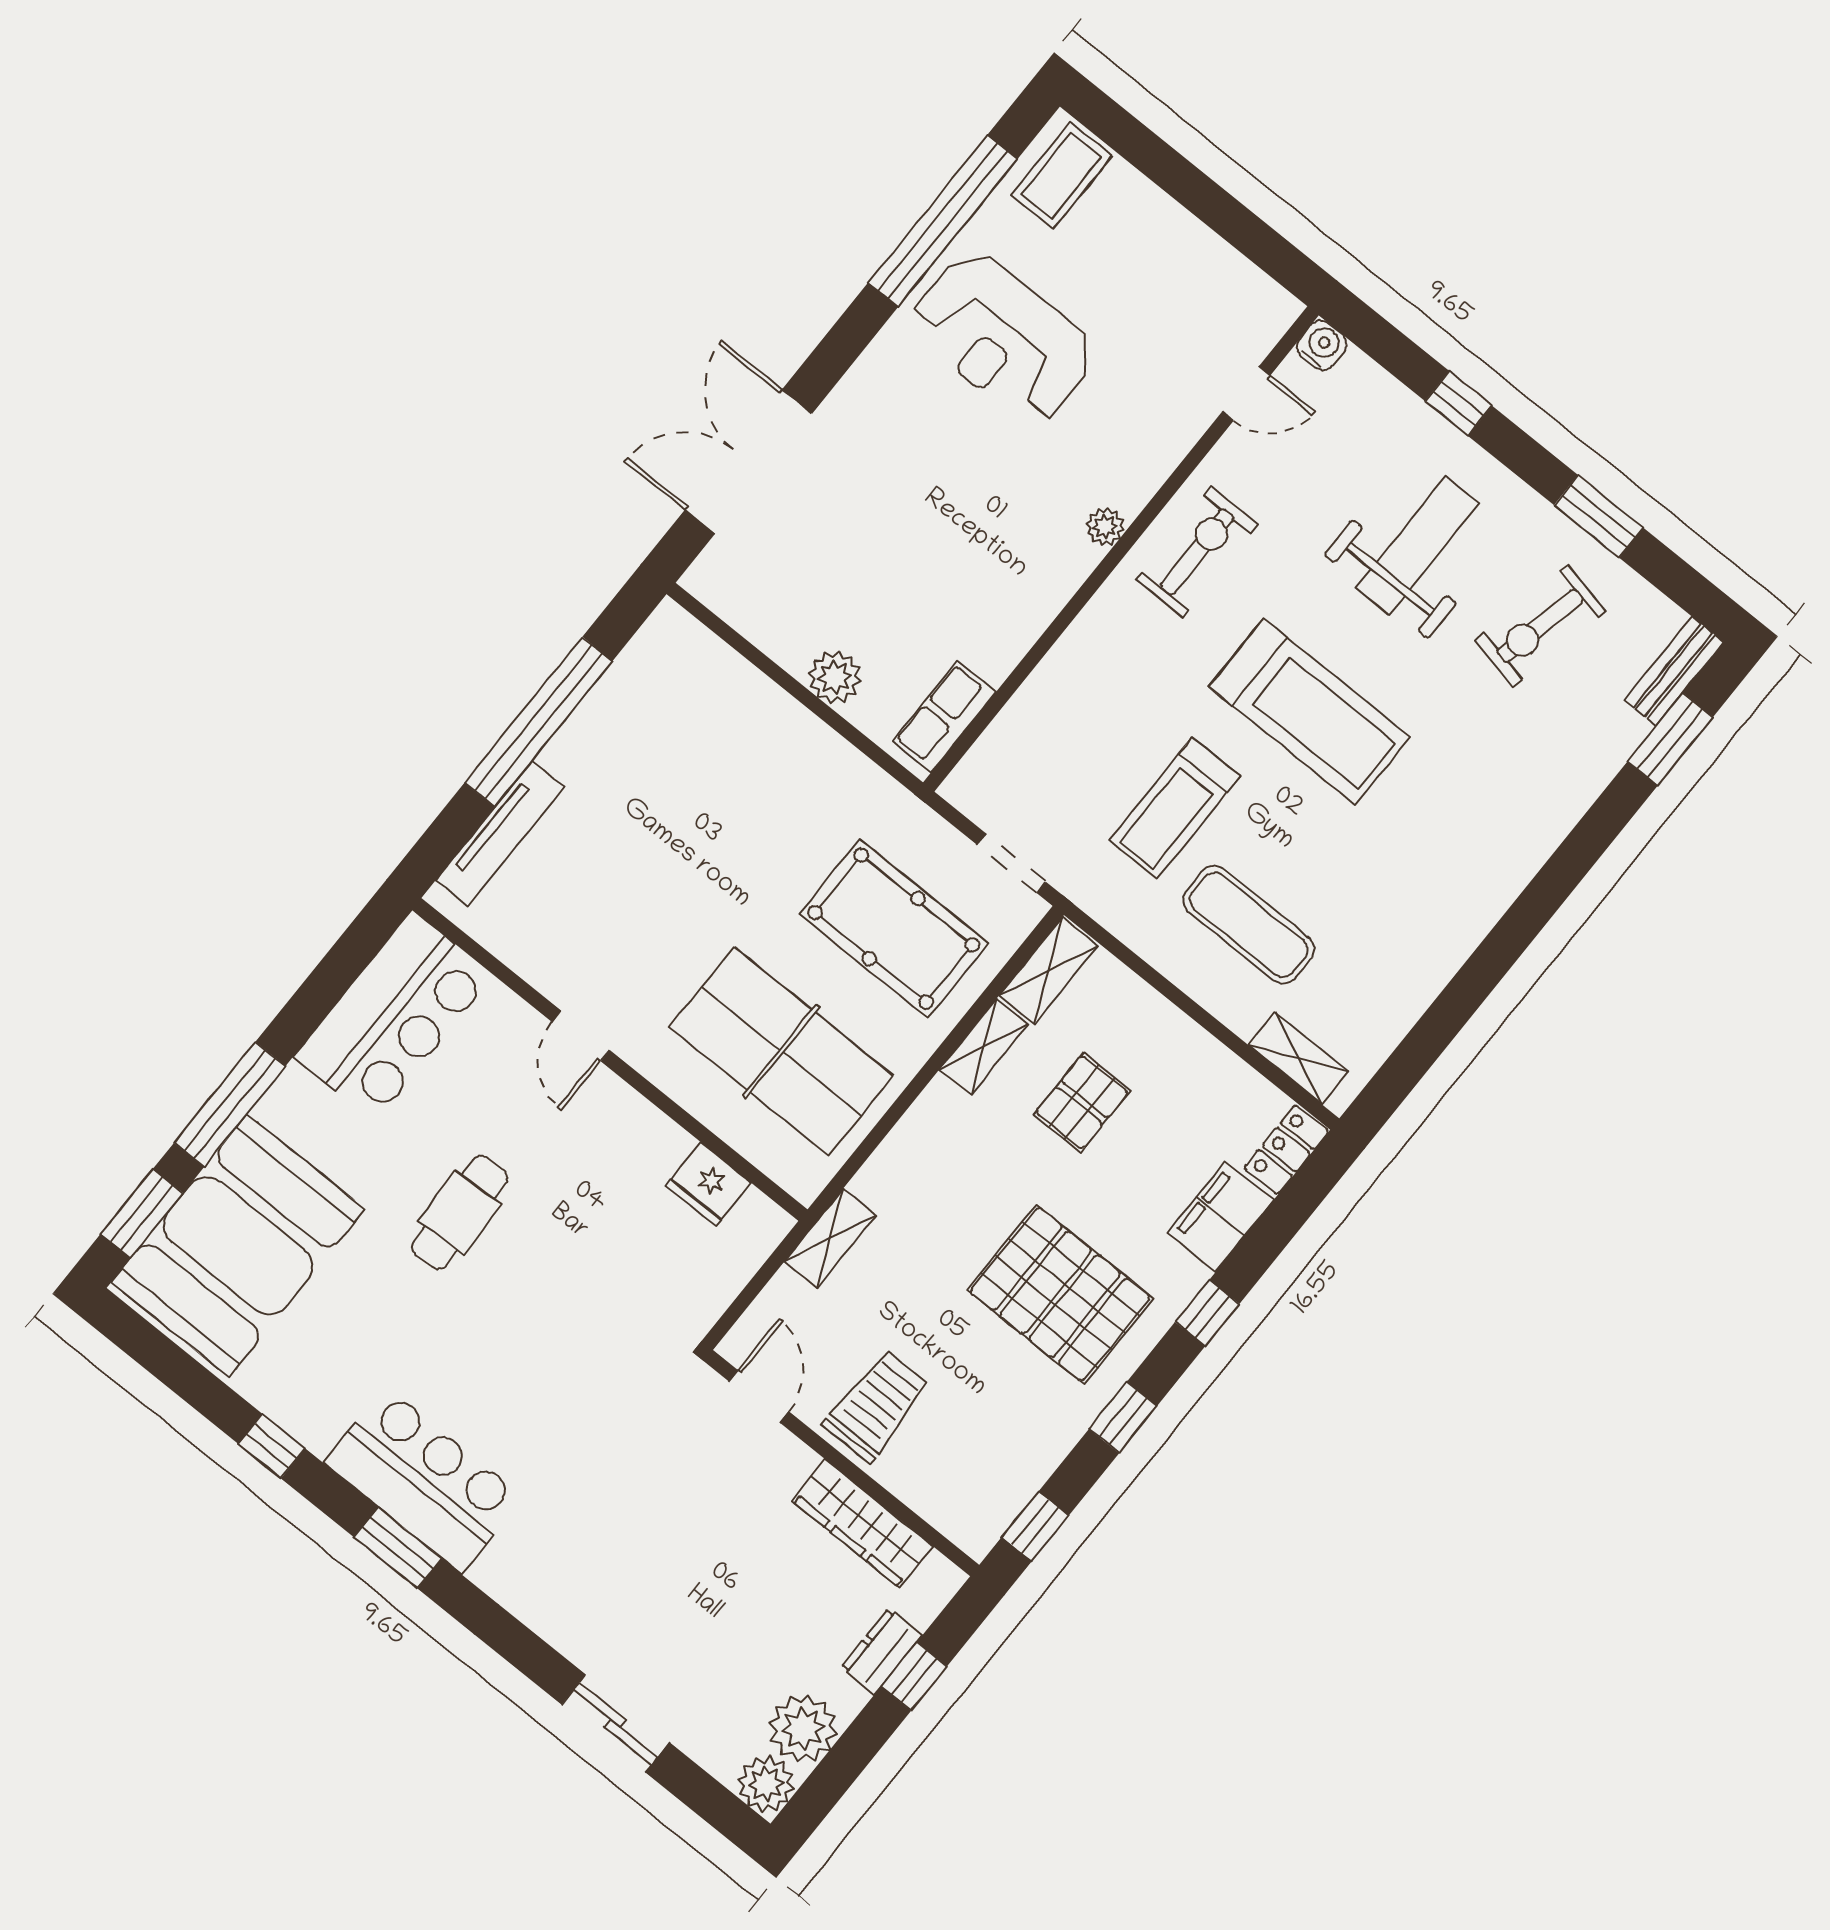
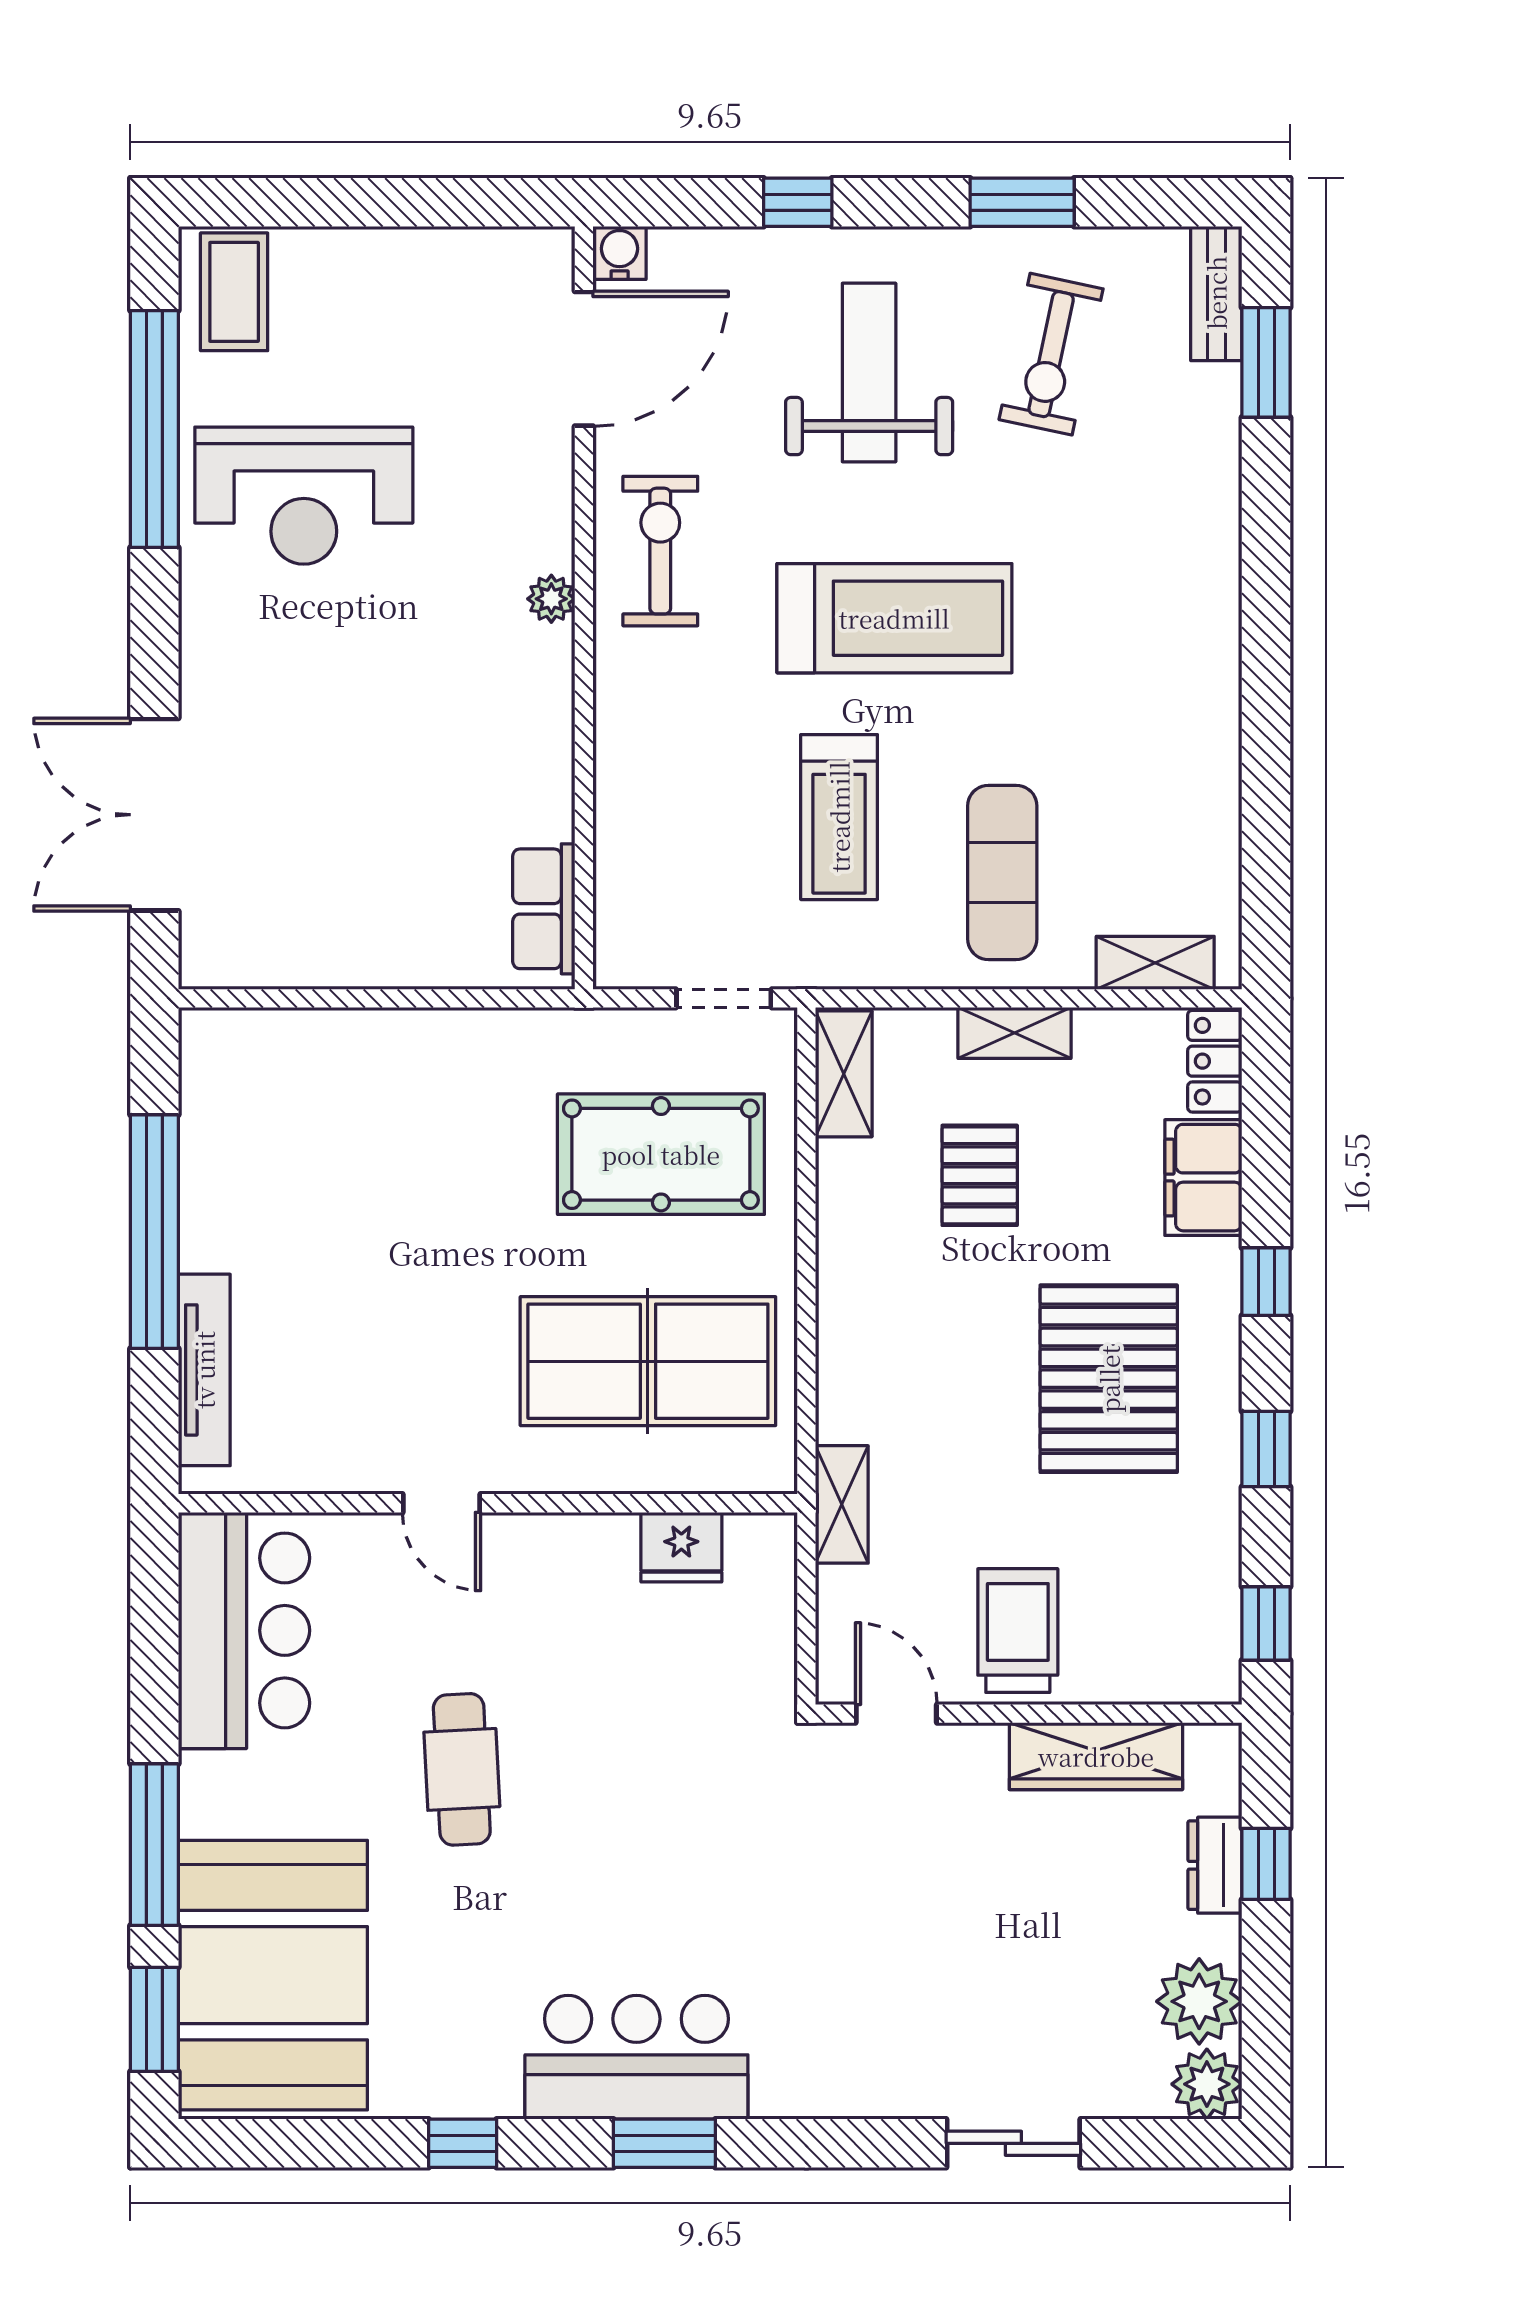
door: (1246, 394) -> (584, 359), width x1.87
plant: (835, 677) -> (407, 956), removed
exercise mat: (1249, 925) -> (1002, 872), turned 90
shelving: (984, 1047) -> (1015, 1033), moved, turned 90
pallet: (1060, 1294) -> (1109, 1379), turned 90

